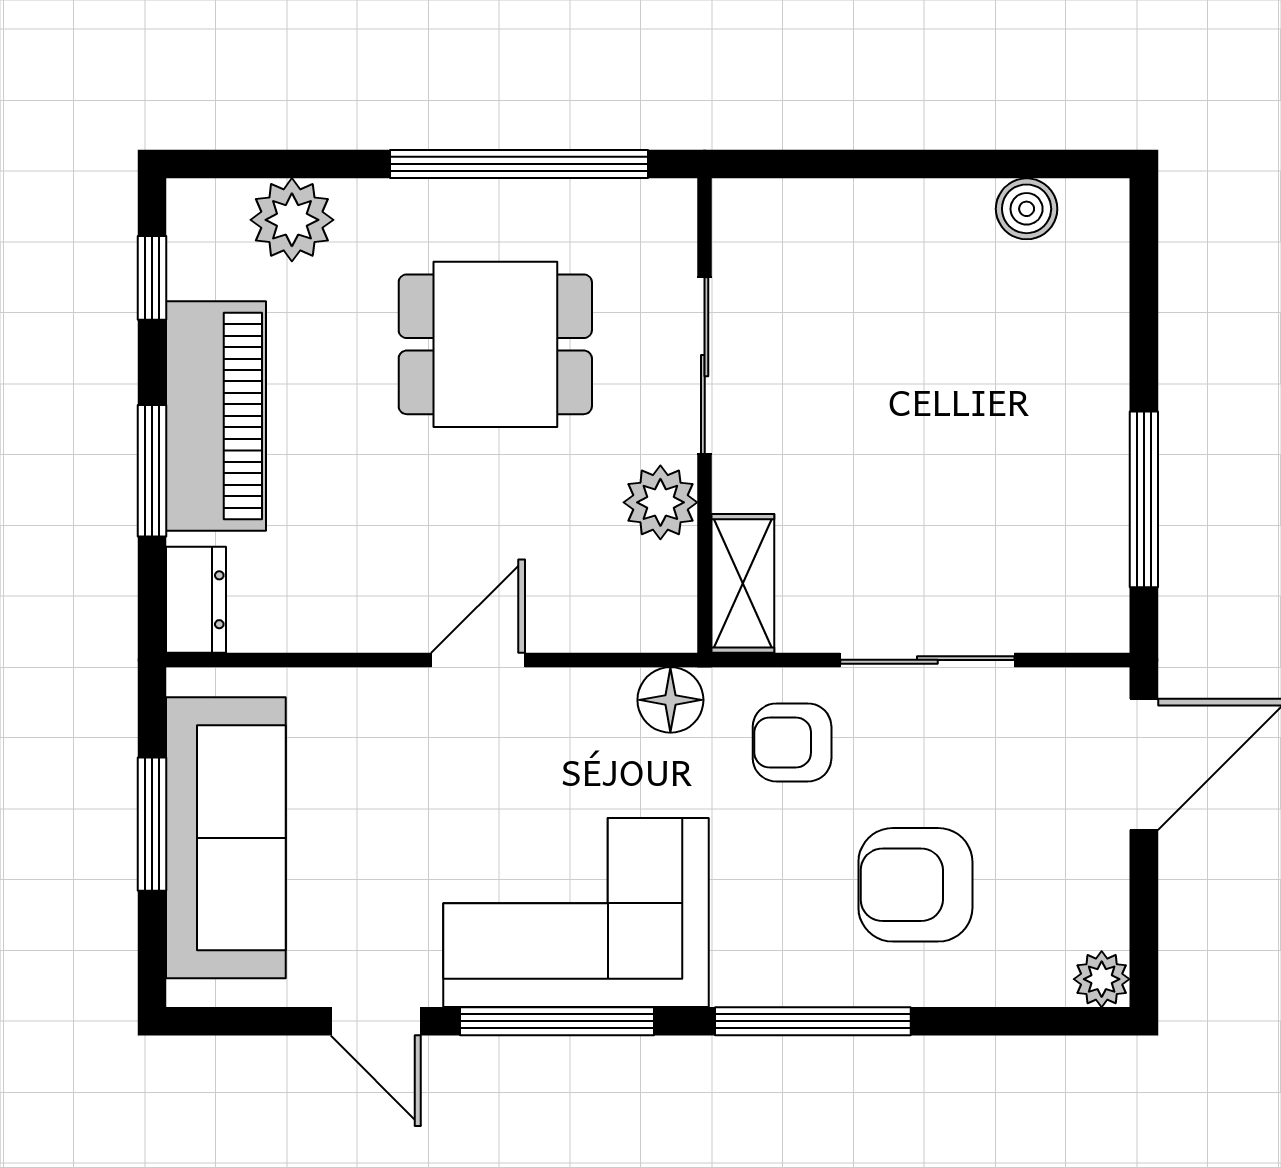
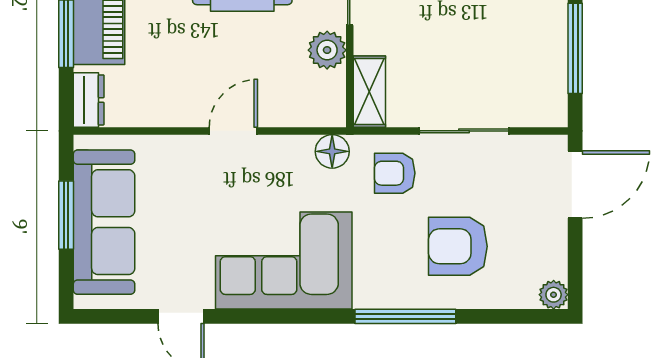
window: (557, 1021) -> (274, 316), removed

